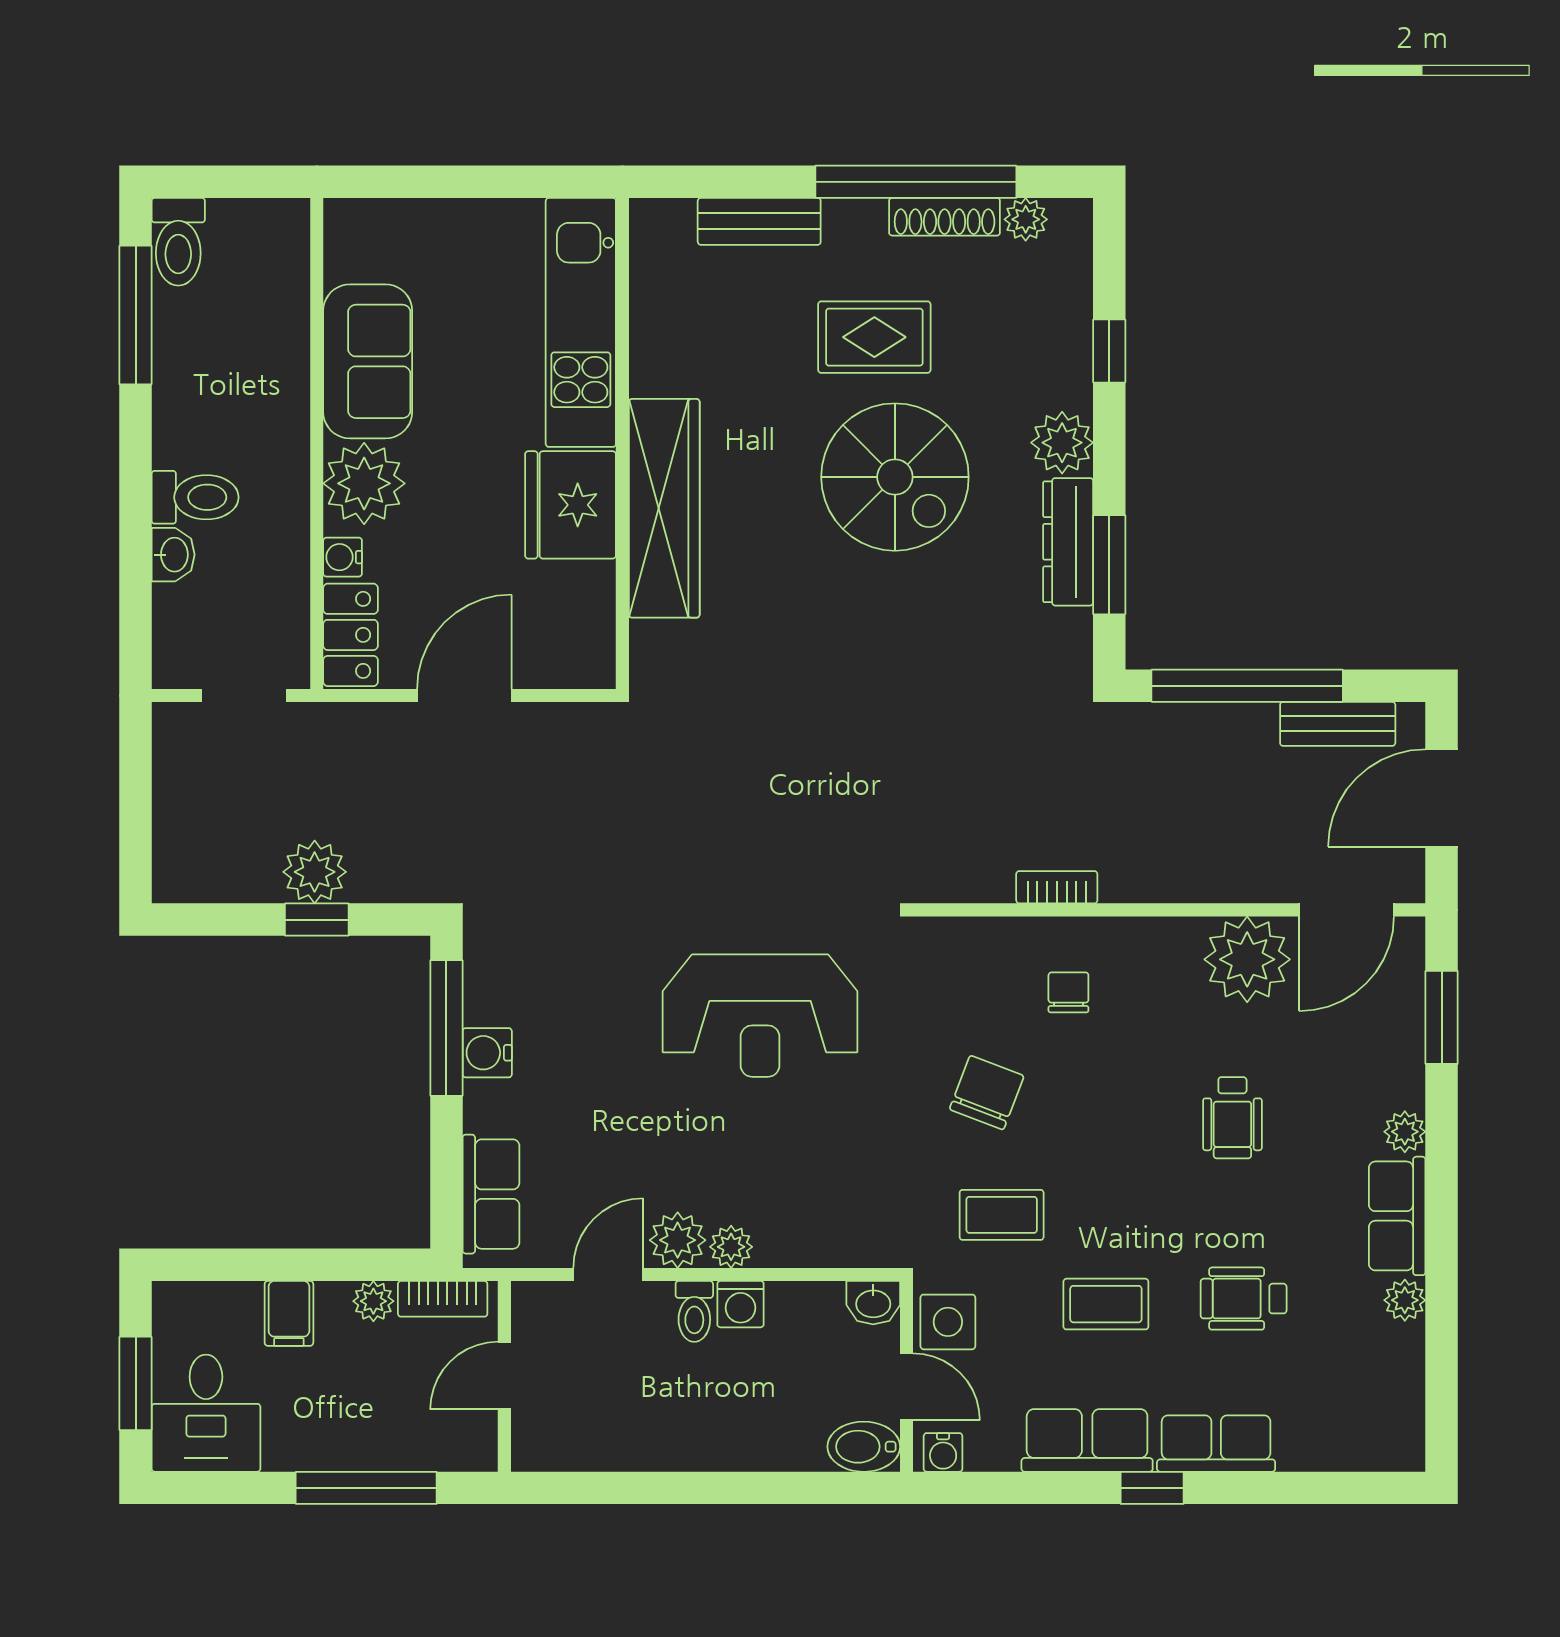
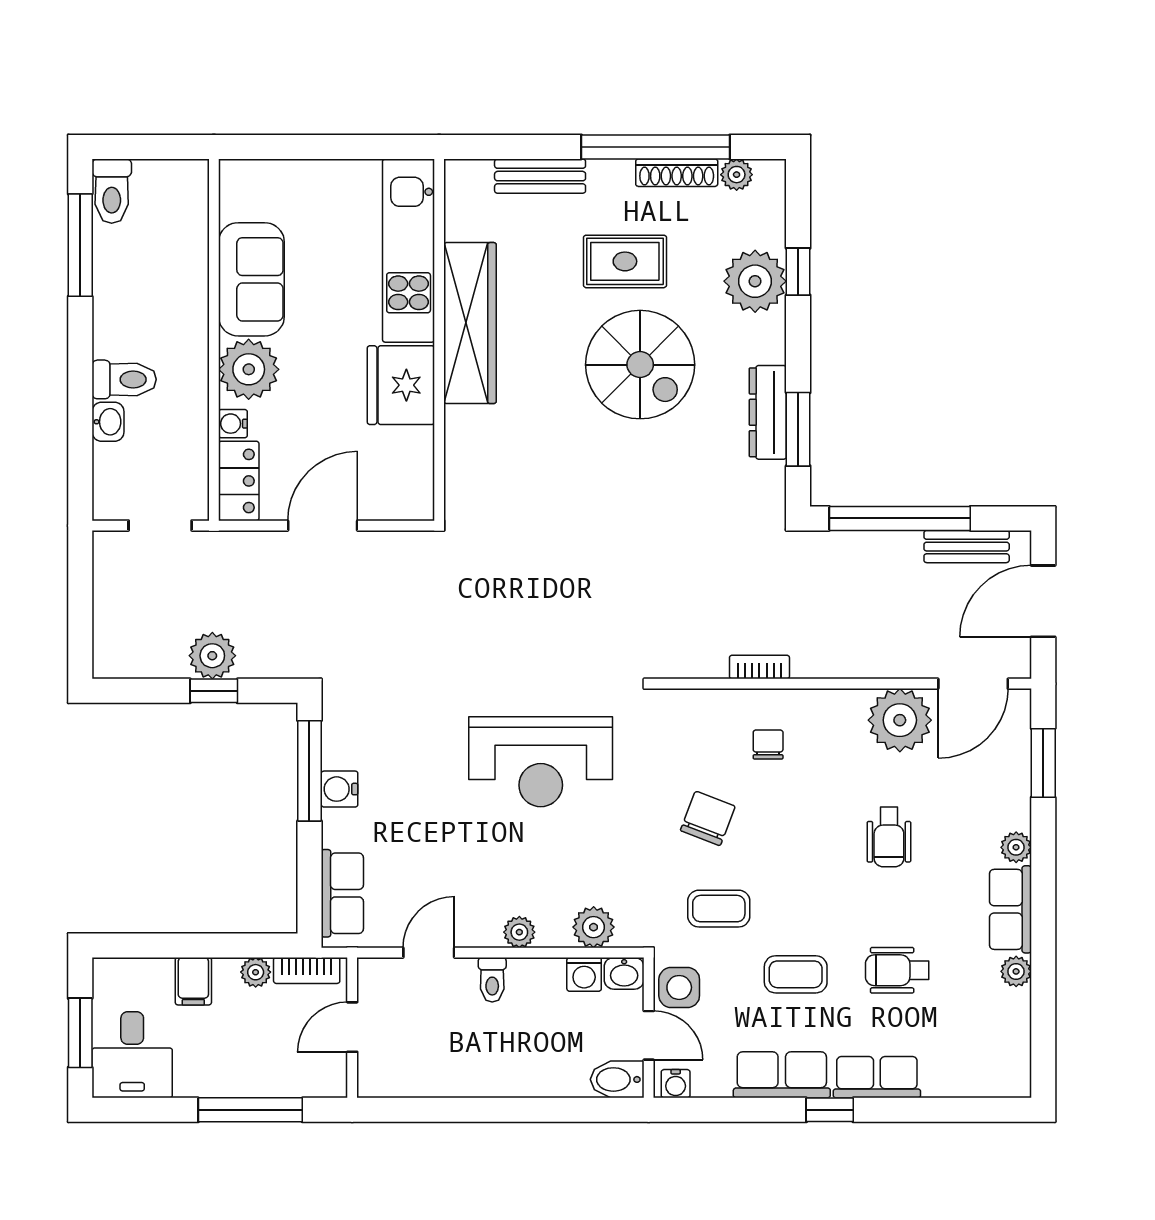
plant: (1062, 443) -> (755, 281), moved, width x1.36, depth x1.36
wardrobe: (664, 508) -> (470, 323), moved
plant: (678, 1240) -> (594, 927), moved
washing machine: (740, 1304) -> (584, 974), moved

